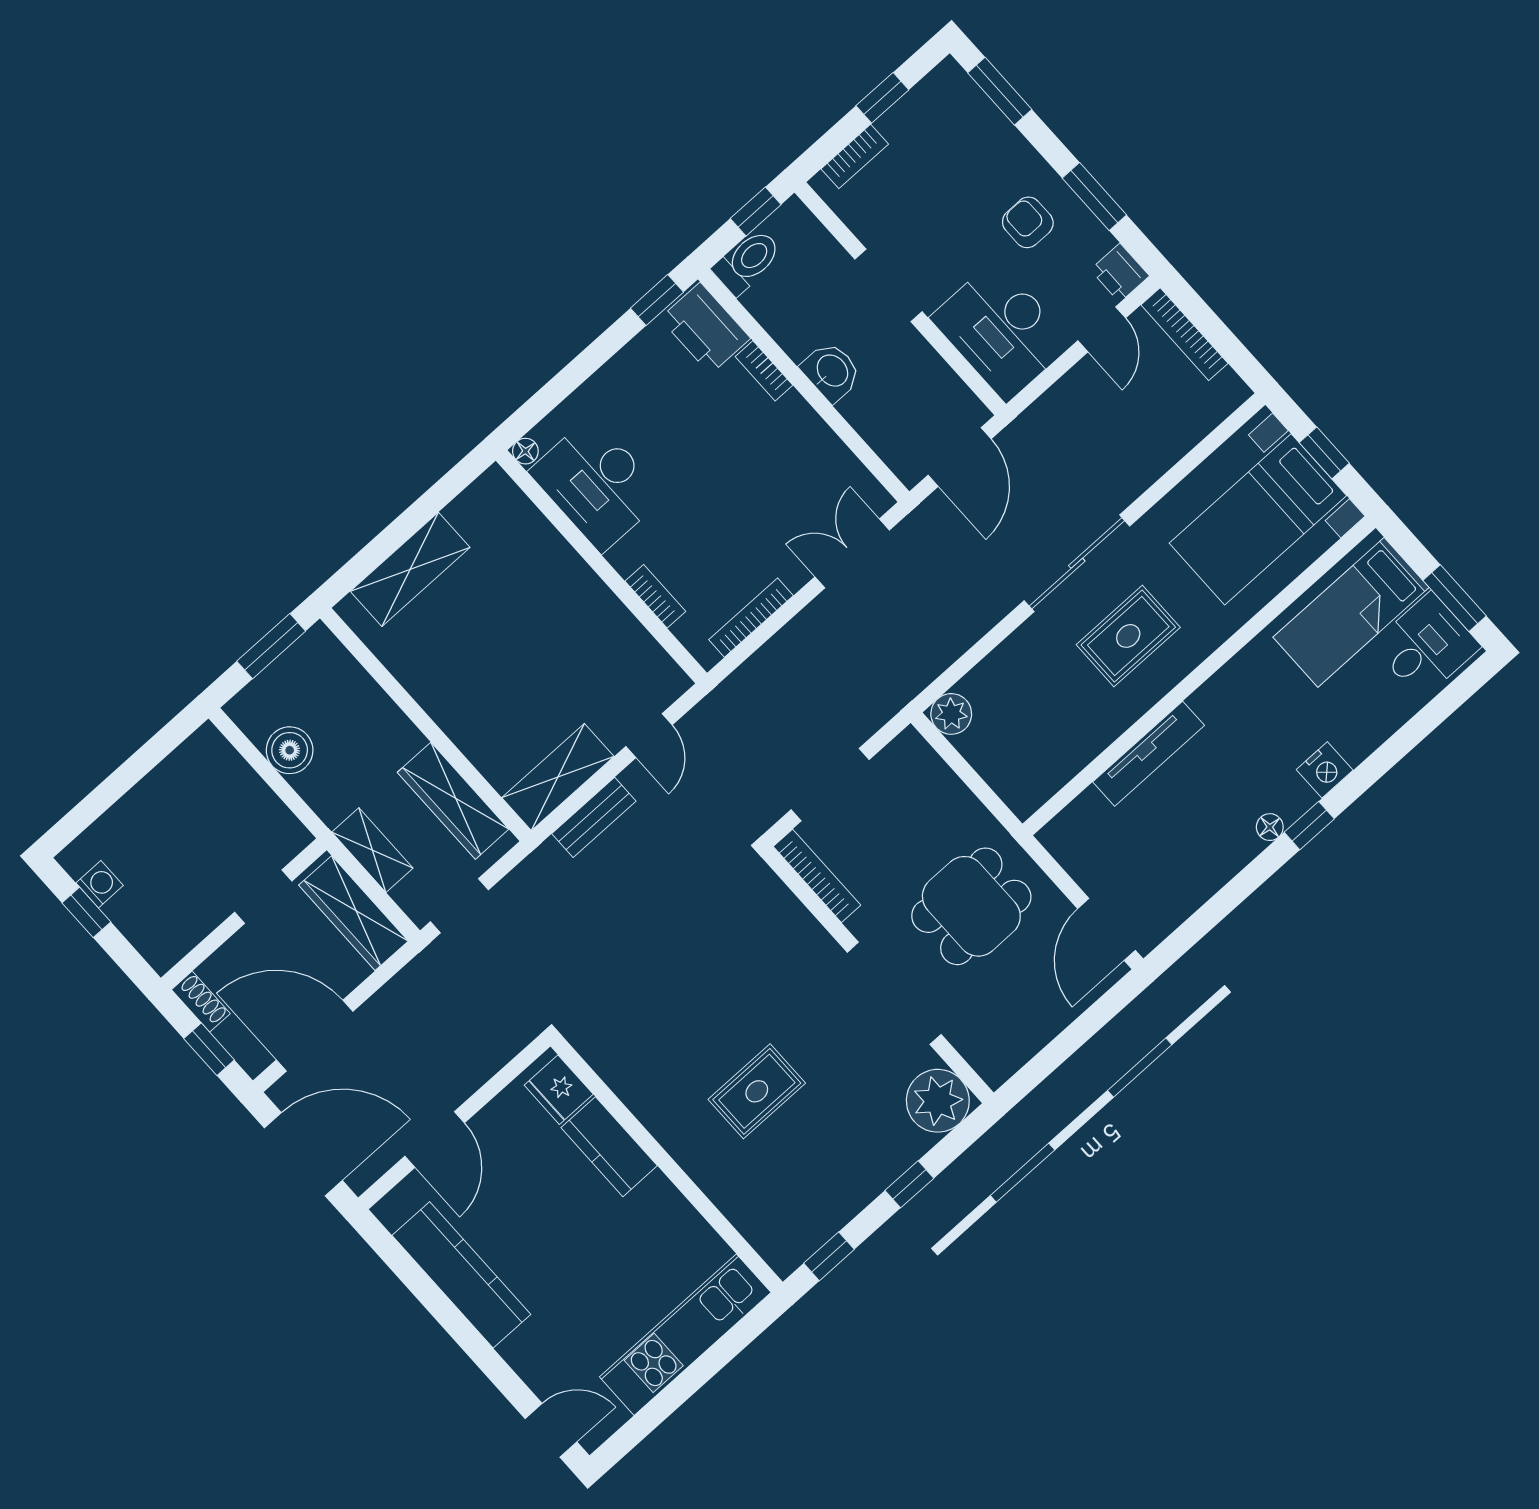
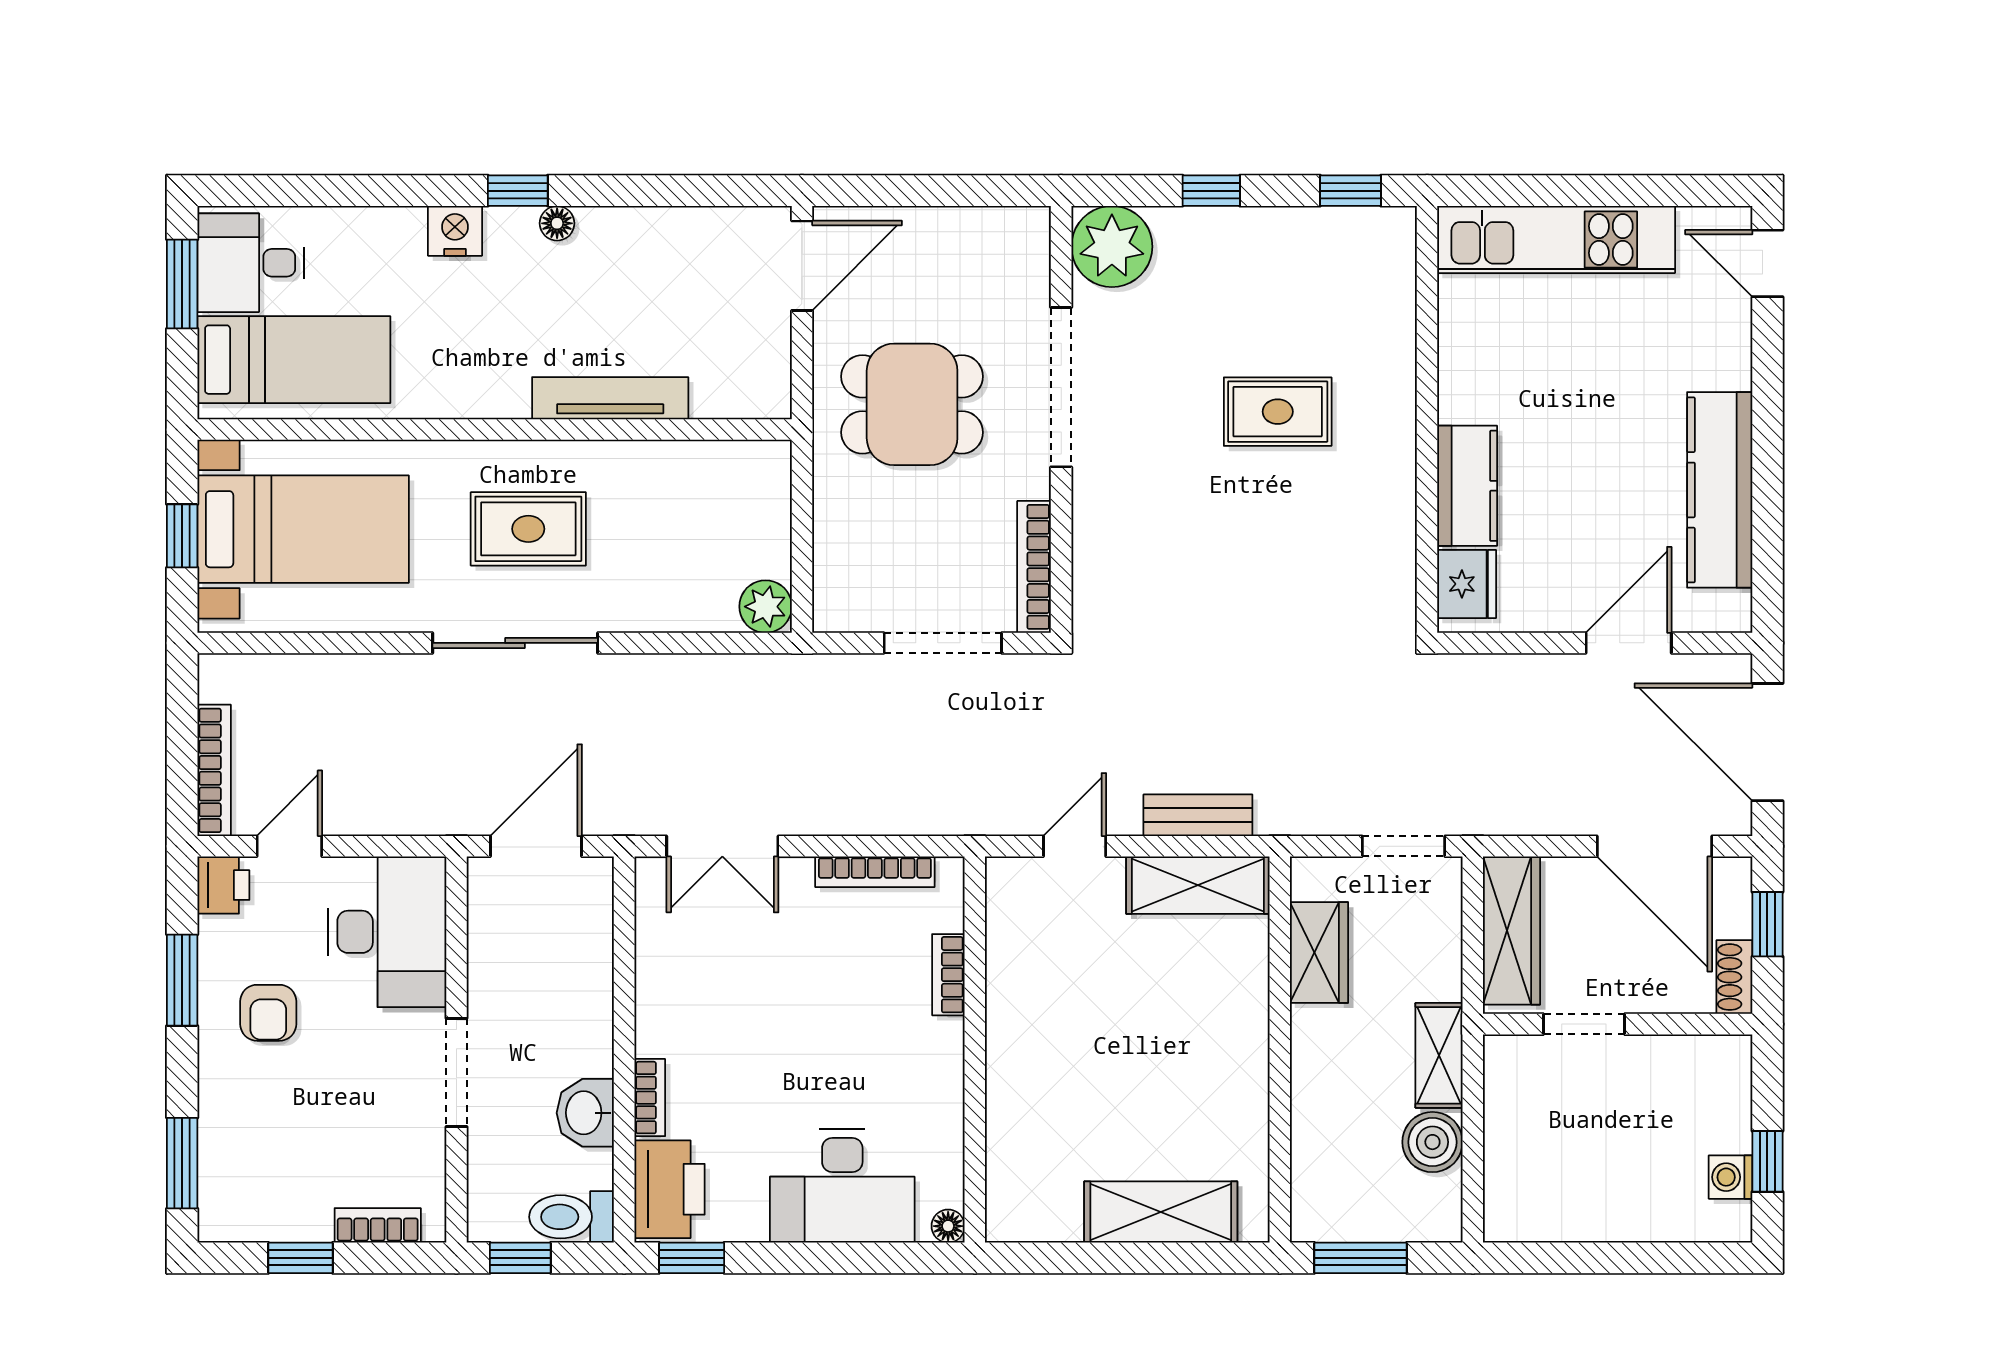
washbasin: (831, 371) -> (585, 1113), moved
desk: (597, 484) -> (842, 1186), moved, turned 90
wardrobe: (453, 801) -> (1319, 953), width x0.67
shelving: (372, 850) -> (1439, 1055), moved

